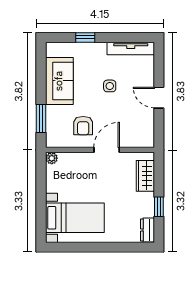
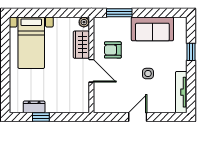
wardrobe: (145, 176) -> (81, 45), moved, turned -90
dresser: (147, 230) -> (34, 107), moved

